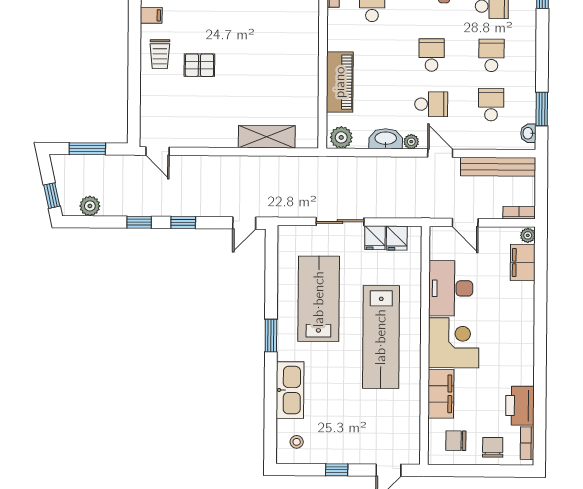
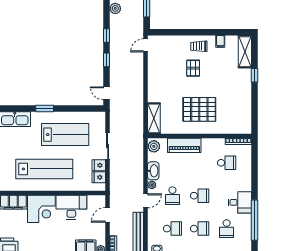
pallet: (274, 54) -> (199, 109), added
shelving: (267, 137) -> (154, 118), moved
lab bench: (381, 337) -> (44, 169), turned 180

